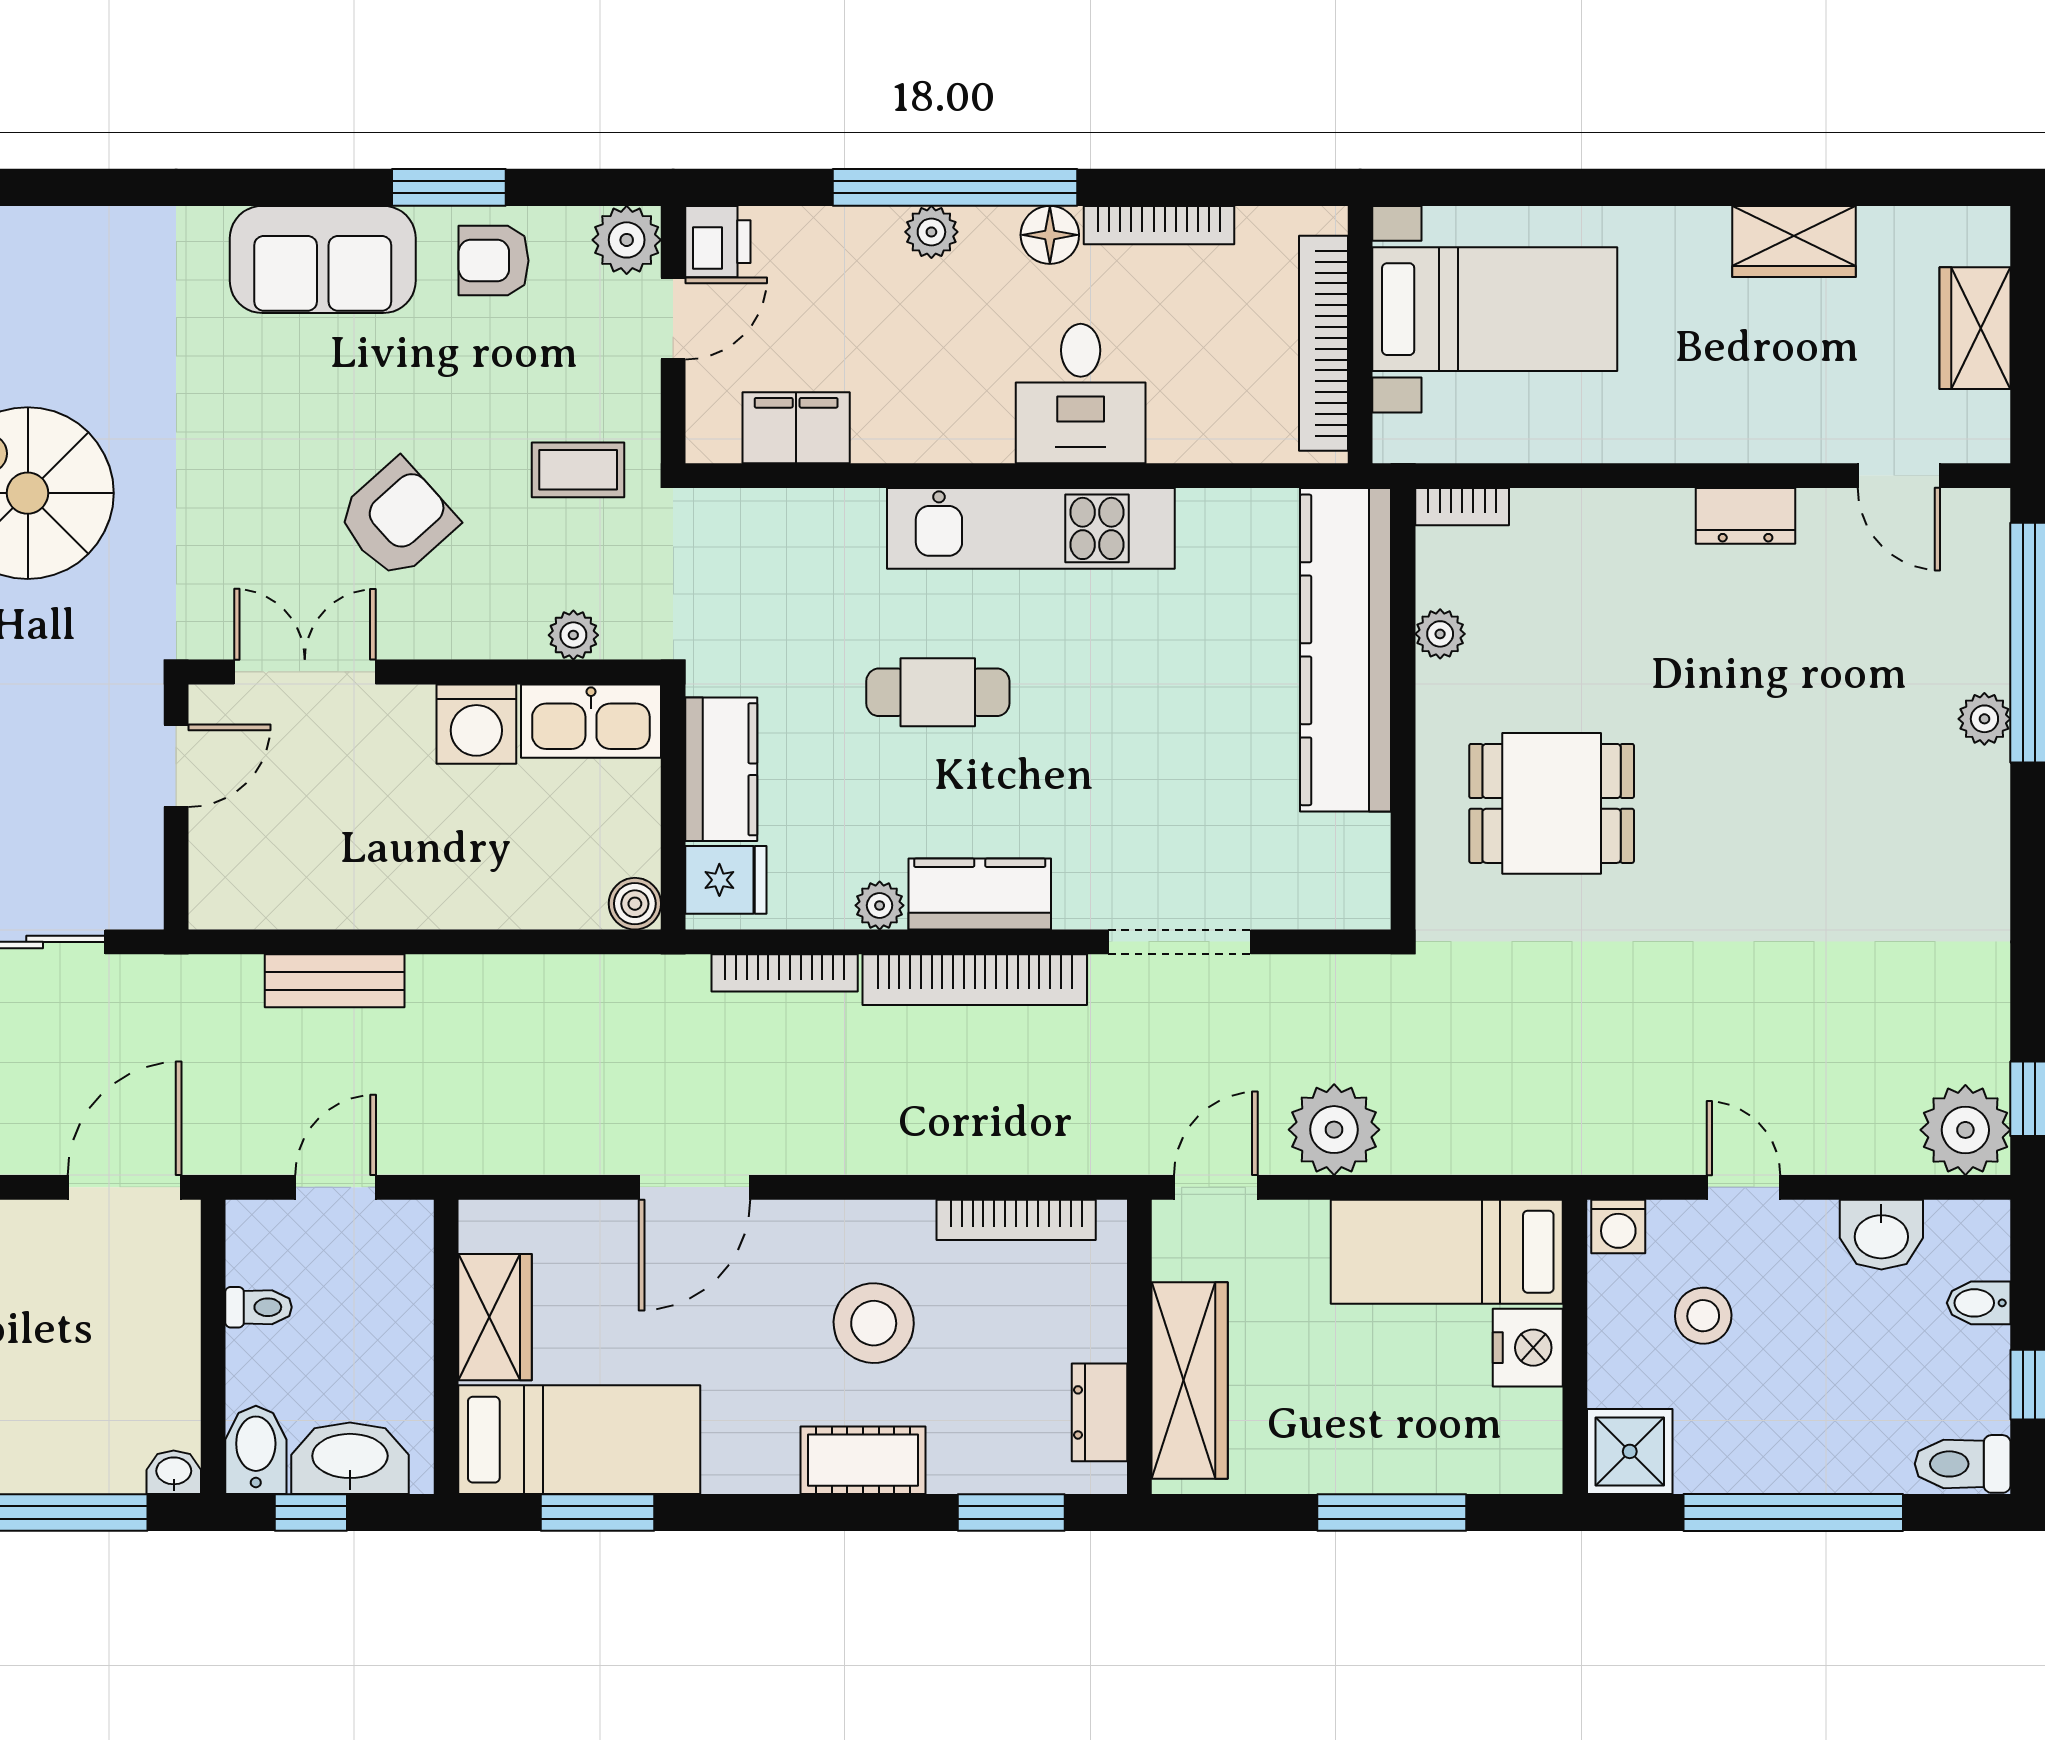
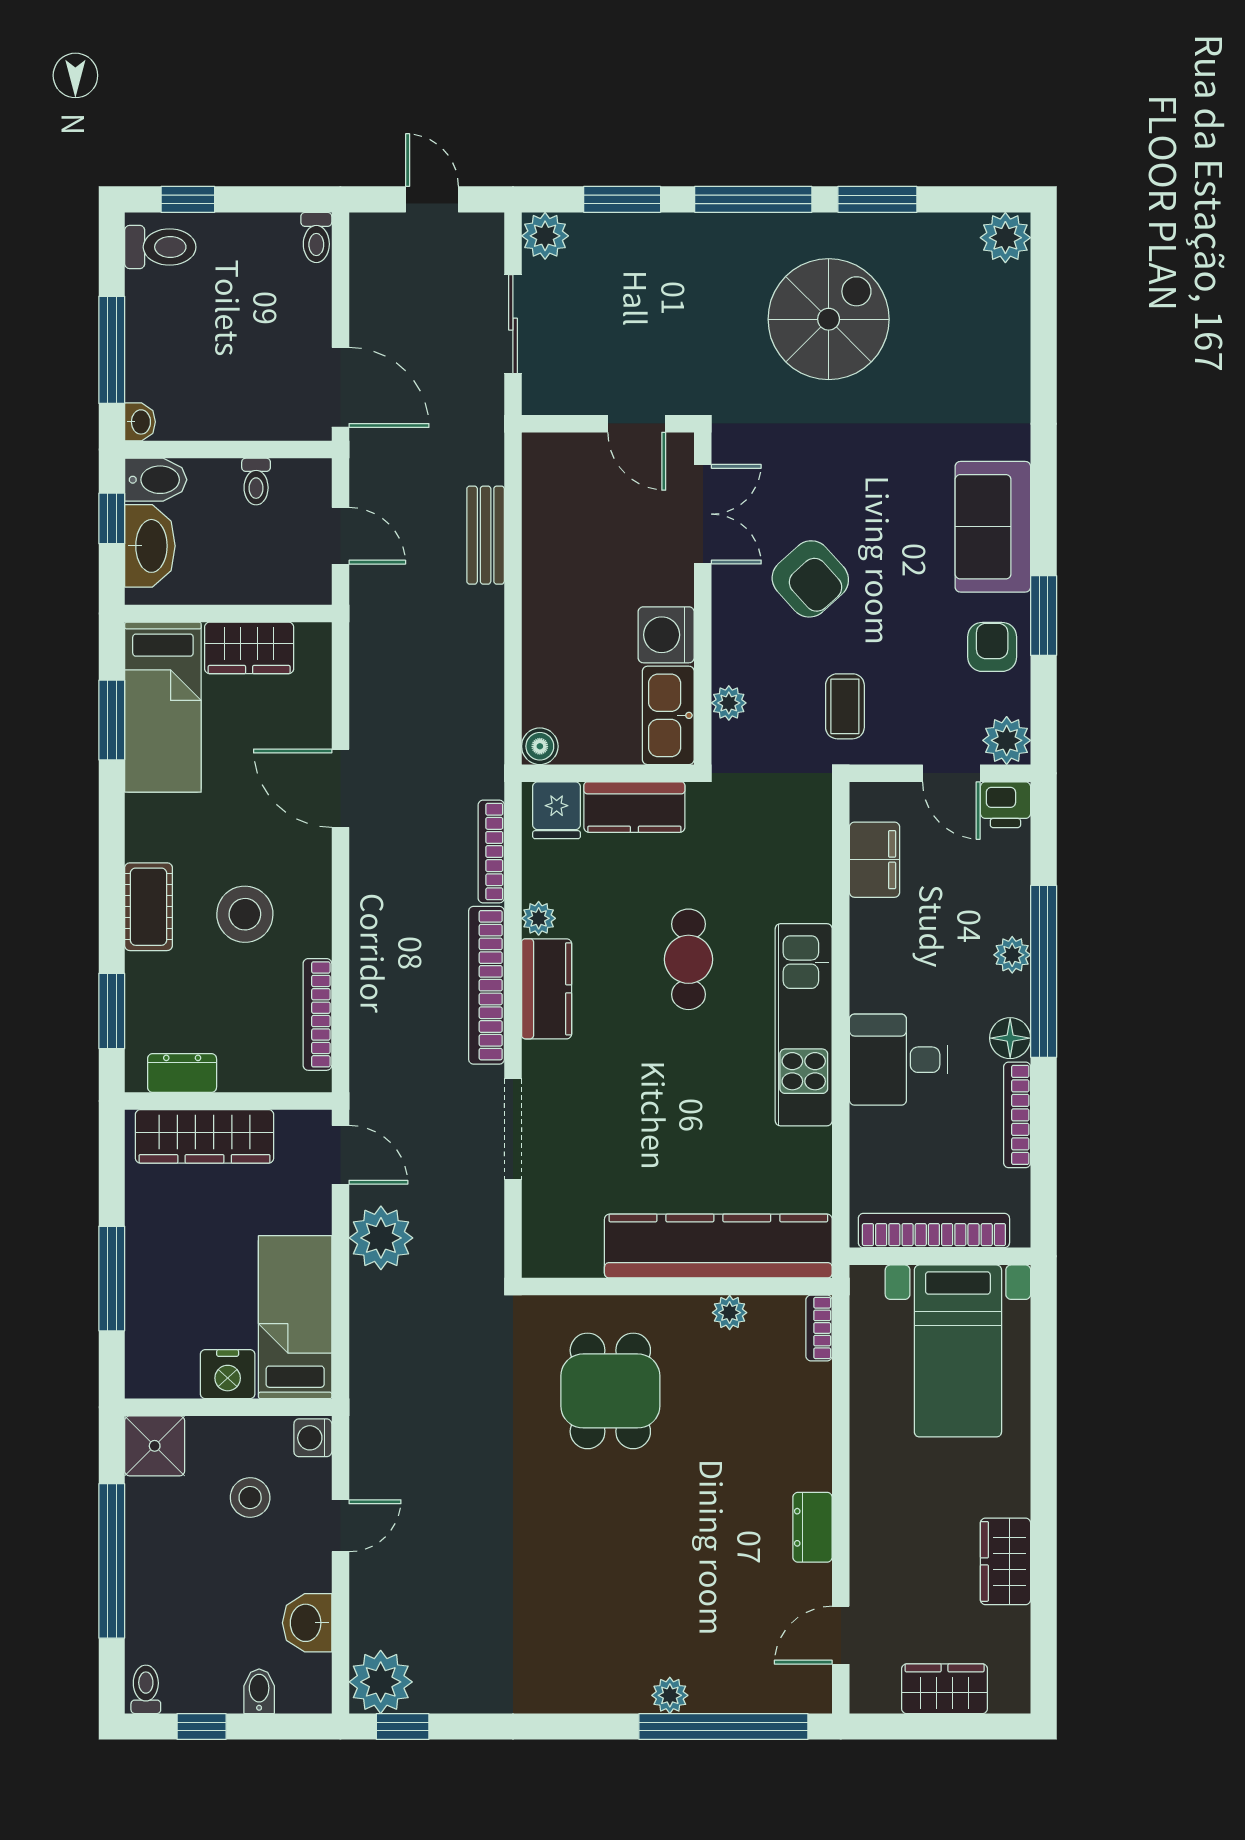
toilet: (1963, 1464) -> (146, 1689), width x0.73, depth x0.72

